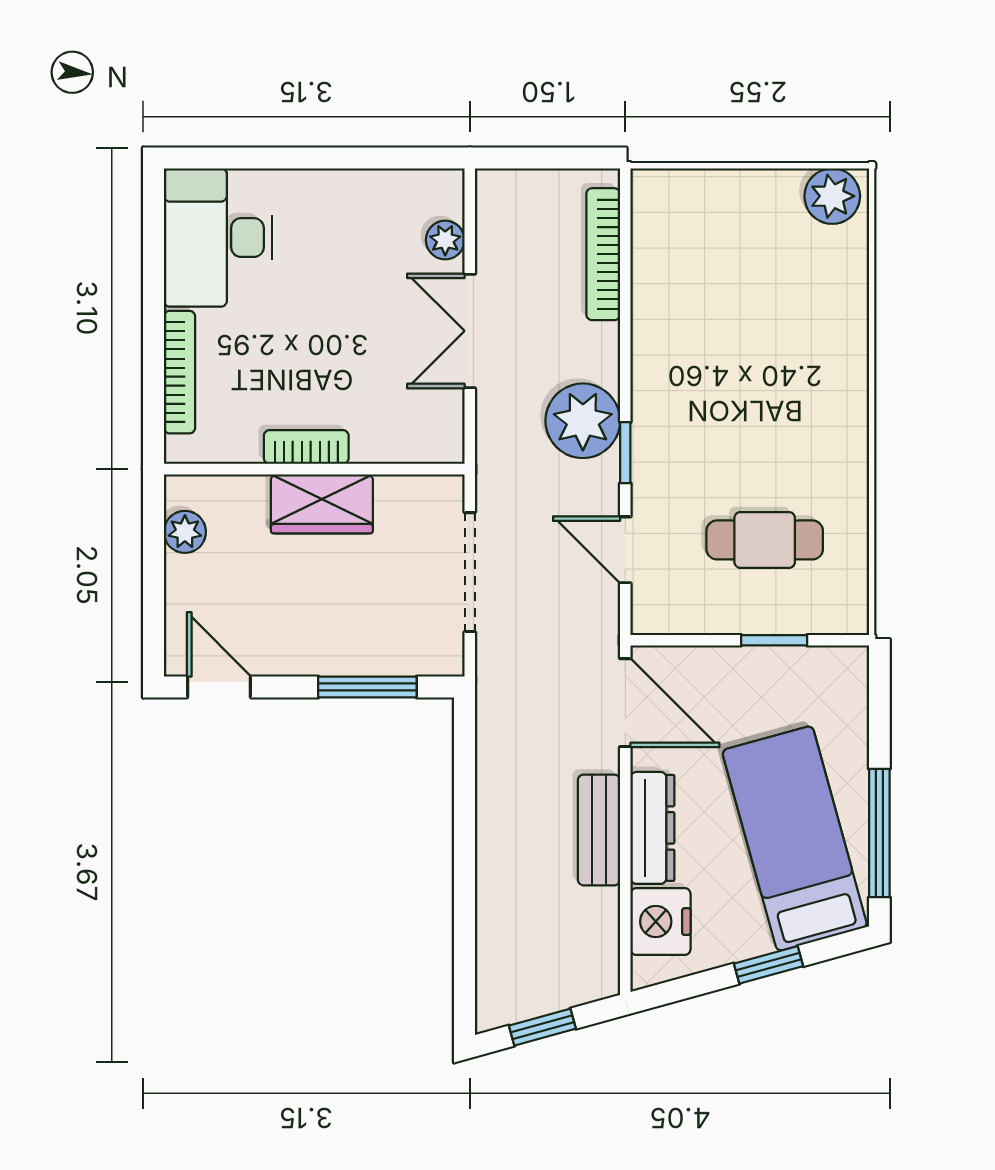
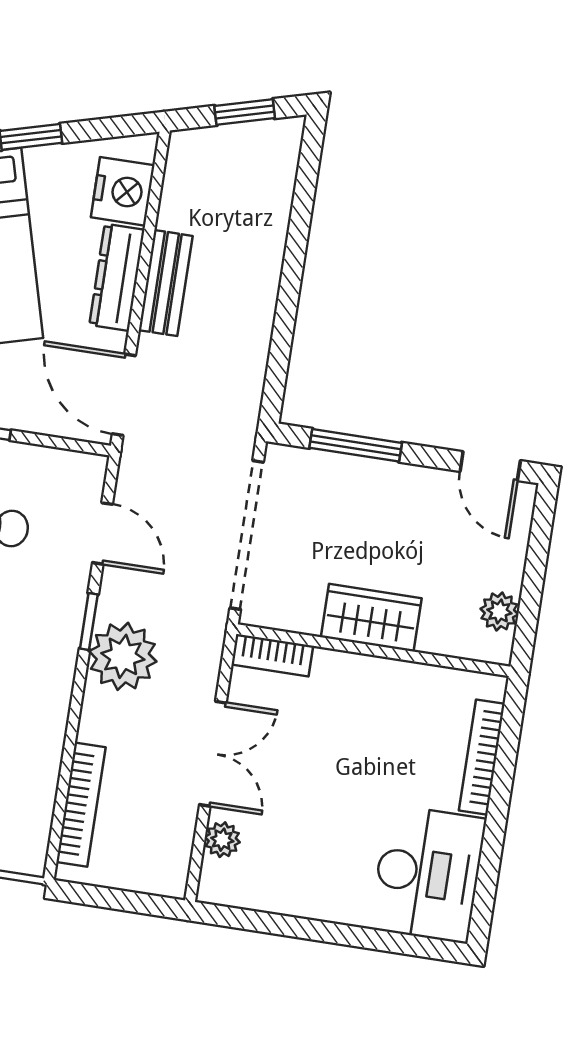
bookcase: (306, 447) -> (272, 655), moved
doorway: (470, 572) -> (247, 535), width x1.36

